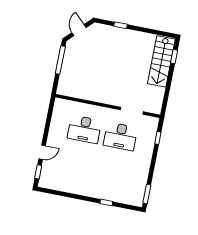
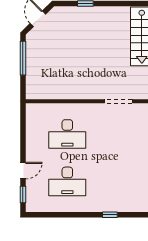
desk: (120, 136) -> (67, 181), moved

